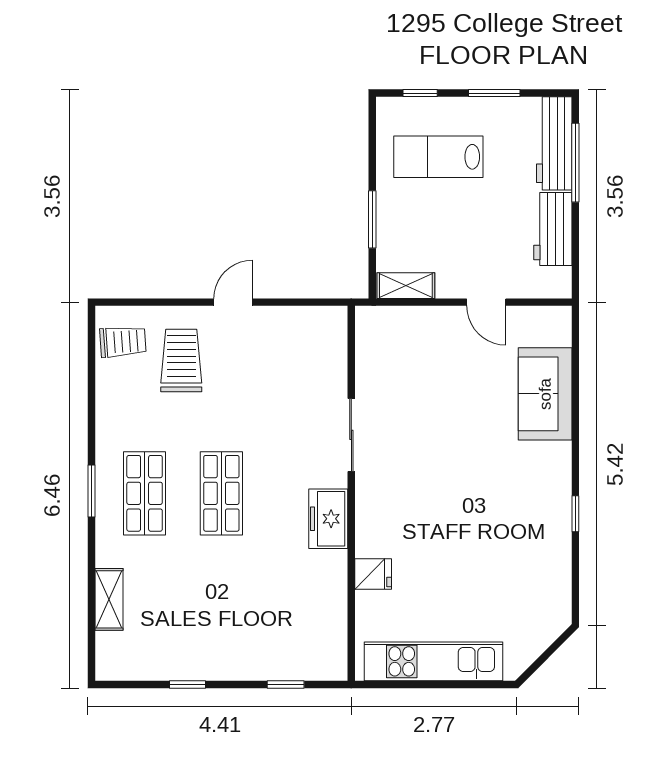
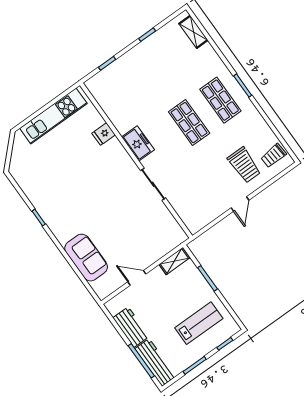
shelving: (109, 599) -> (193, 32), moved

